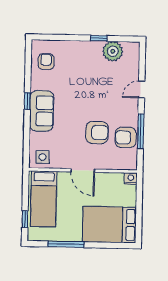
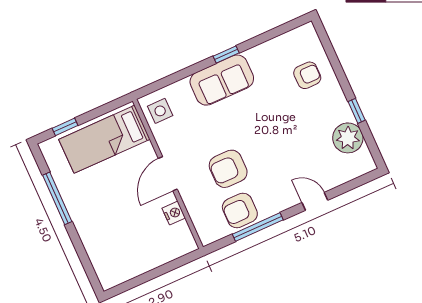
armchair: (46, 62) -> (307, 75), moved
armchair: (97, 133) -> (228, 169), turned 90
armchair: (126, 137) -> (240, 210), turned -90
nightstand: (131, 179) -> (174, 213), moved
bed: (110, 225) -> (112, 245), removed

